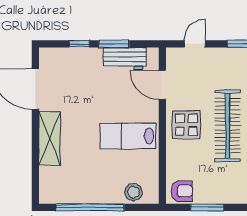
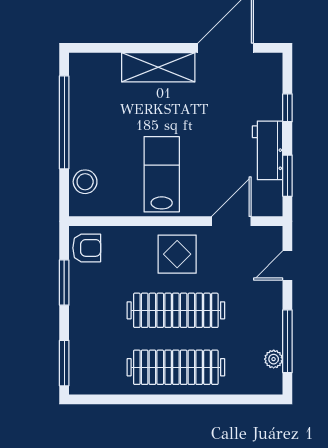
window: (114, 44) -> (287, 176), moved
door: (195, 44) -> (287, 265), swing flipped
workbench: (125, 58) -> (268, 150), moved
armchair: (182, 191) -> (87, 248), turned -90

